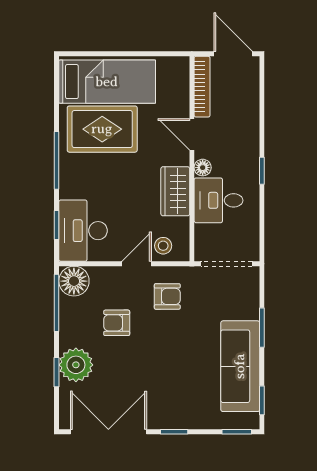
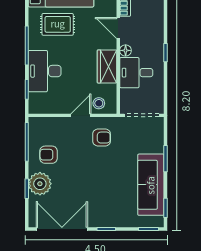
rug: (102, 129) -> (58, 24), width x0.73, depth x0.70
desk: (83, 231) -> (45, 71), moved
floor lamp: (74, 281) -> (39, 127), removed
armchair: (117, 323) -> (49, 155), moved

